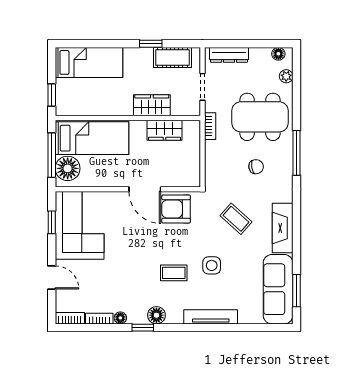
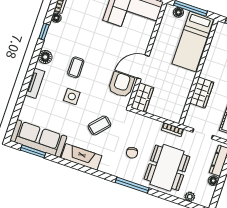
floor lamp: (278, 54) -> (213, 181), moved
wardrobe: (165, 130) -> (142, 98), moved, turned 180
floor lamp: (68, 168) -> (178, 12), width x0.53, depth x0.53
floor lamp: (156, 315) -> (45, 57), moved
tv unit: (211, 317) -> (35, 83), width x0.71

